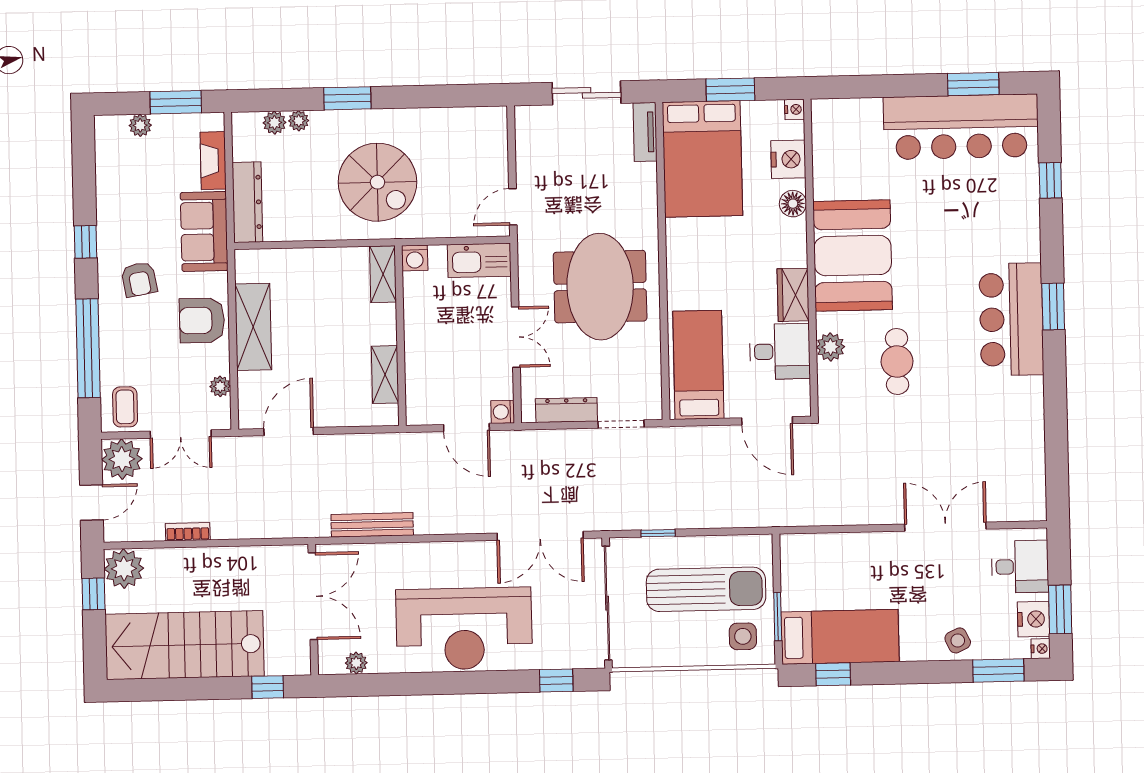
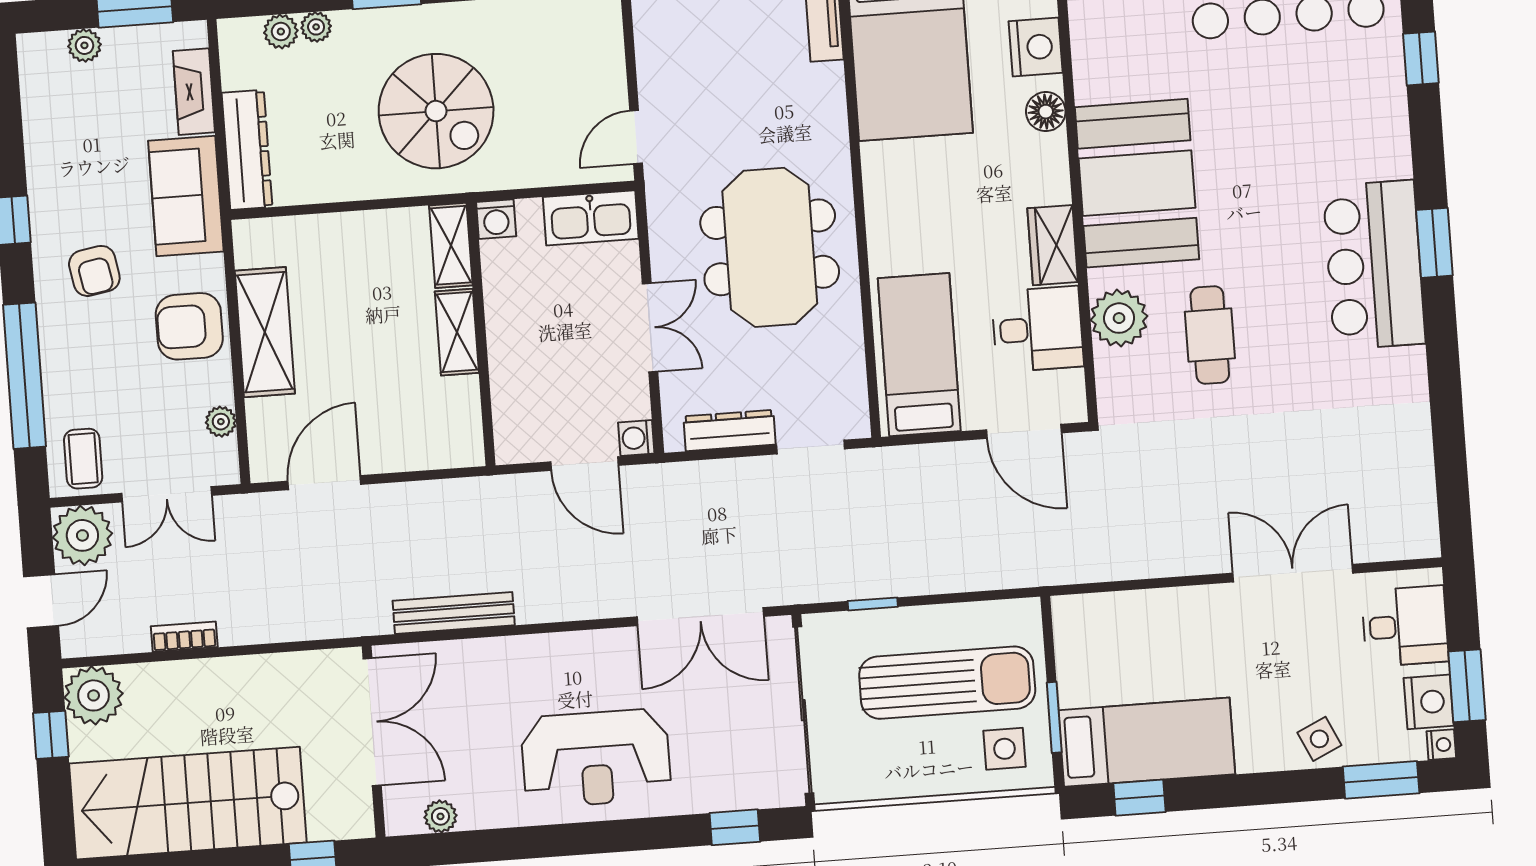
plant: (830, 347) -> (1119, 318), width x1.36, depth x1.36
shelving: (385, 375) -> (457, 332), moved
reception desk: (464, 629) -> (596, 758), width x0.74, depth x0.77

